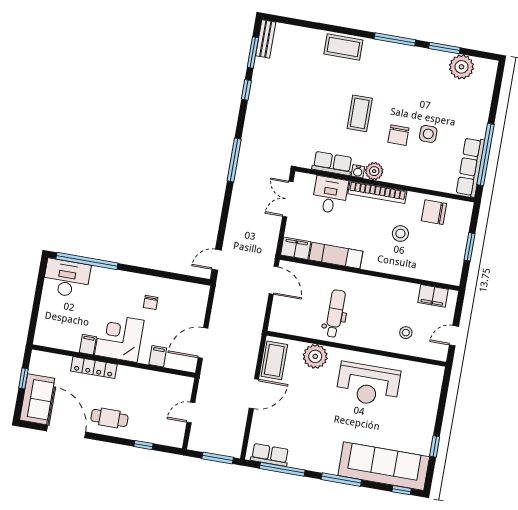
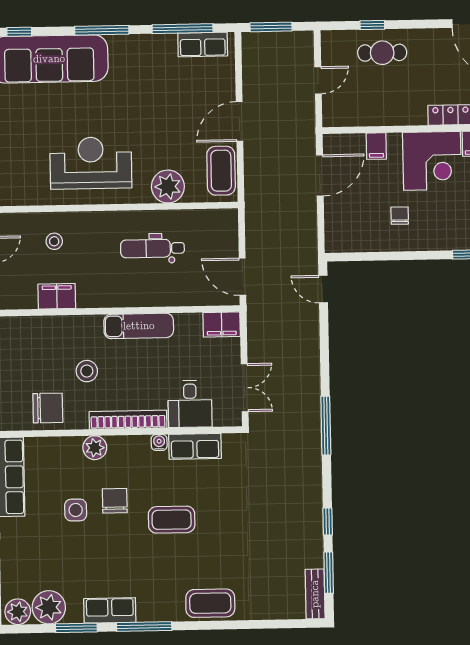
row of seats: (418, 56) -> (110, 610), added
plant: (485, 68) -> (18, 612), added
coffee table: (360, 113) -> (172, 520), turned 90
plant: (374, 171) -> (95, 448), moved
exam couch: (336, 255) -> (139, 326), moved
door: (217, 260) -> (323, 289), swing flipped
filing cabinet: (433, 296) -> (57, 296), moved
dental chair: (335, 314) -> (152, 248), turned 90
cafe table: (109, 418) -> (382, 53), moved

